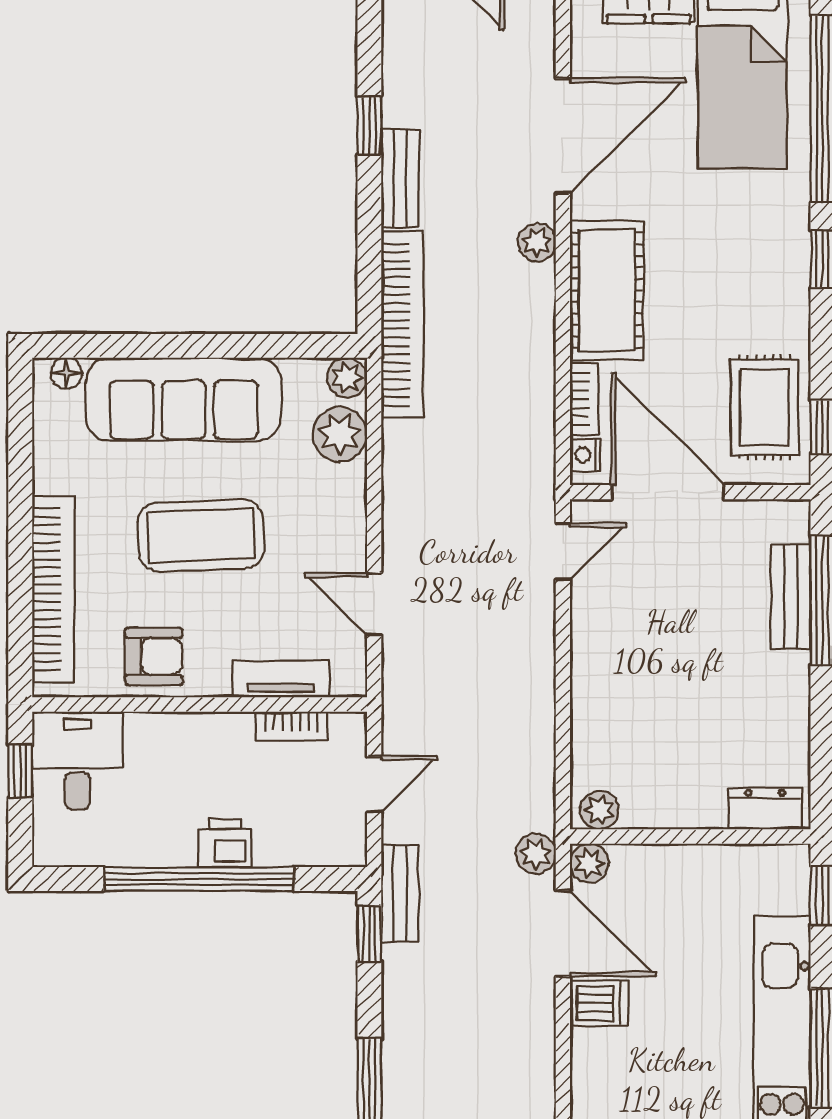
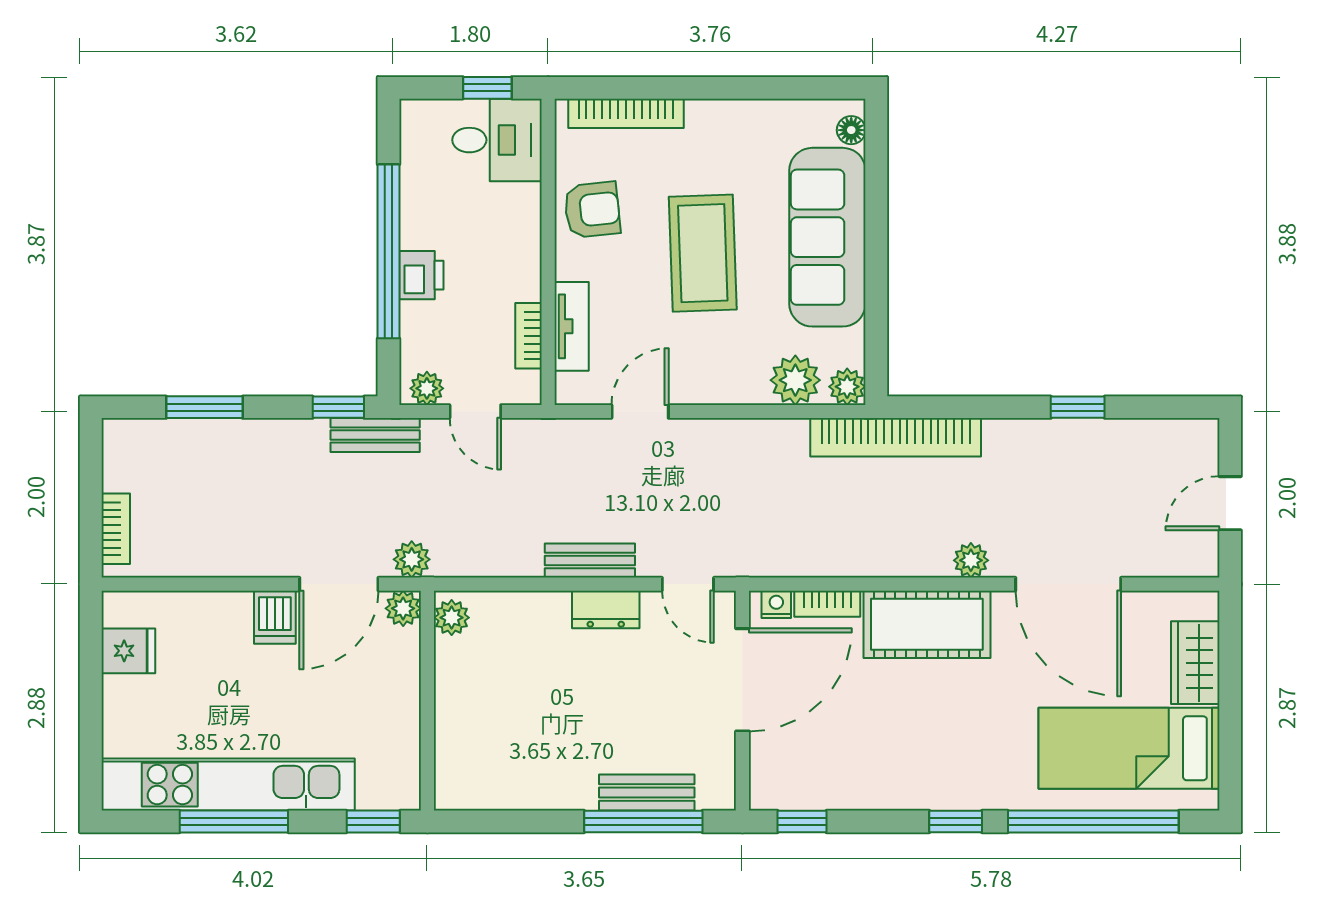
bench: (400, 179) -> (590, 560), moved
rug: (764, 407) -> (820, 768), removed
bookcase: (53, 589) -> (626, 113), width x0.68, depth x0.76
armchair: (154, 656) -> (592, 210), turned -96
dresser: (765, 809) -> (606, 609), moved, turned 90
plant: (349, 837) -> (427, 388), added

